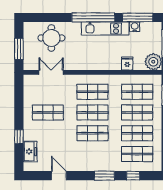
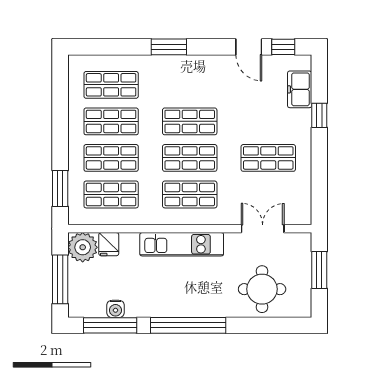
kitchen unit: (105, 28) -> (182, 244), moved, turned 180
fridge: (127, 64) -> (109, 244), moved
double door: (51, 72) -> (263, 229), swing flipped
window: (133, 176) -> (283, 47), moved

